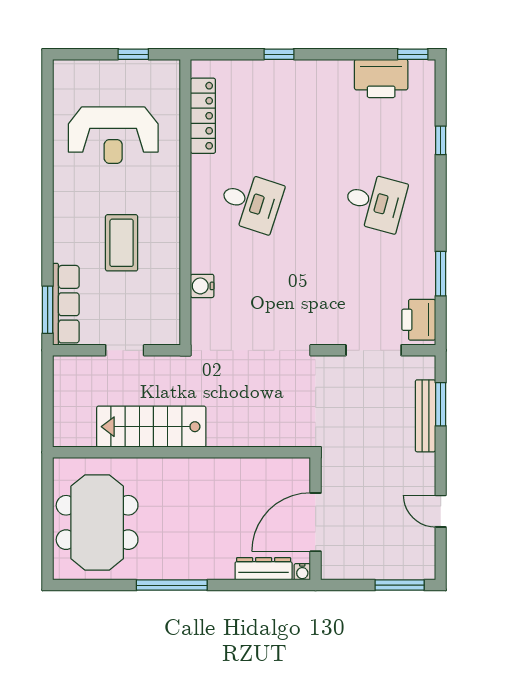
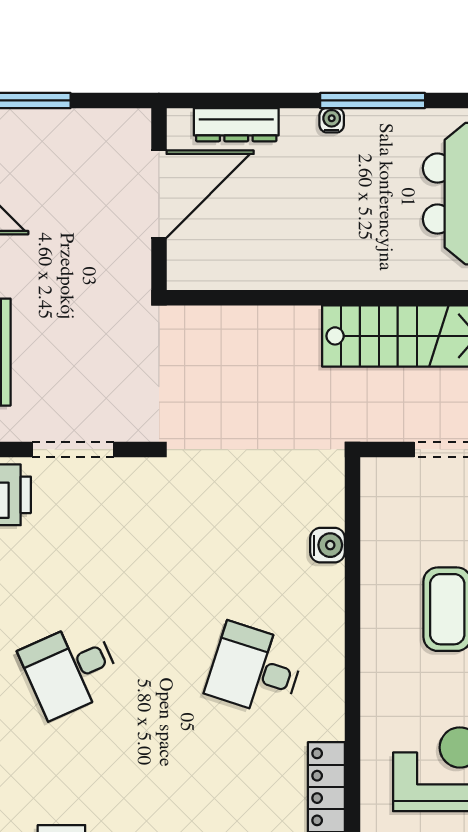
desk: (375, 202) -> (70, 670), turned -39
water cooler: (302, 572) -> (332, 120), moved

